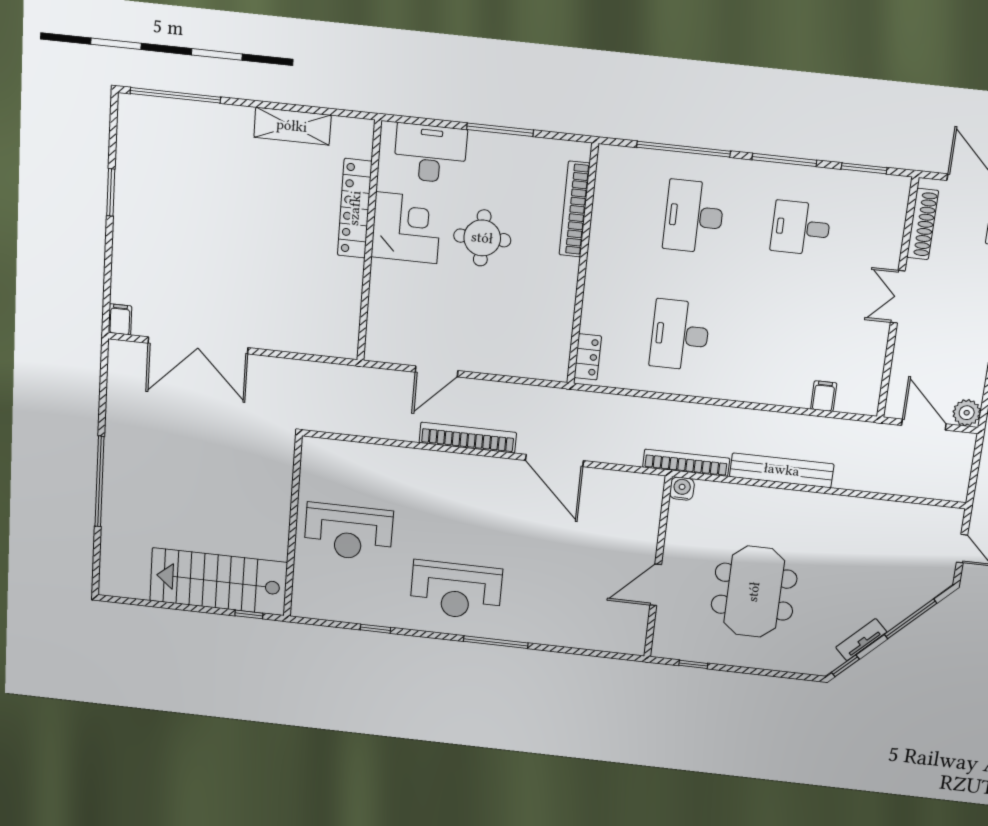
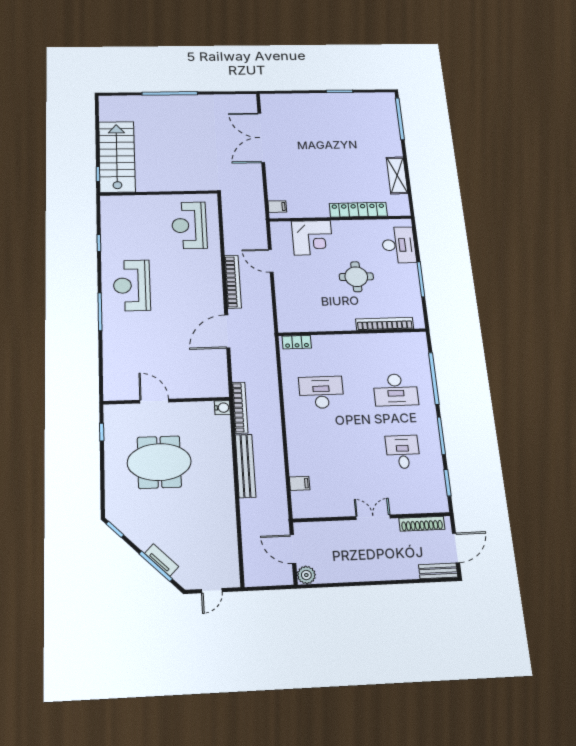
desk: (694, 216) -> (396, 390), turned 180
corner desk: (406, 228) -> (312, 238), moved
filing cabinet: (120, 319) -> (277, 207), moved
door: (924, 425) -> (293, 549), swing flipped
reception desk: (349, 532) -> (189, 225), moved
tv unit: (861, 640) -> (162, 560), moved

